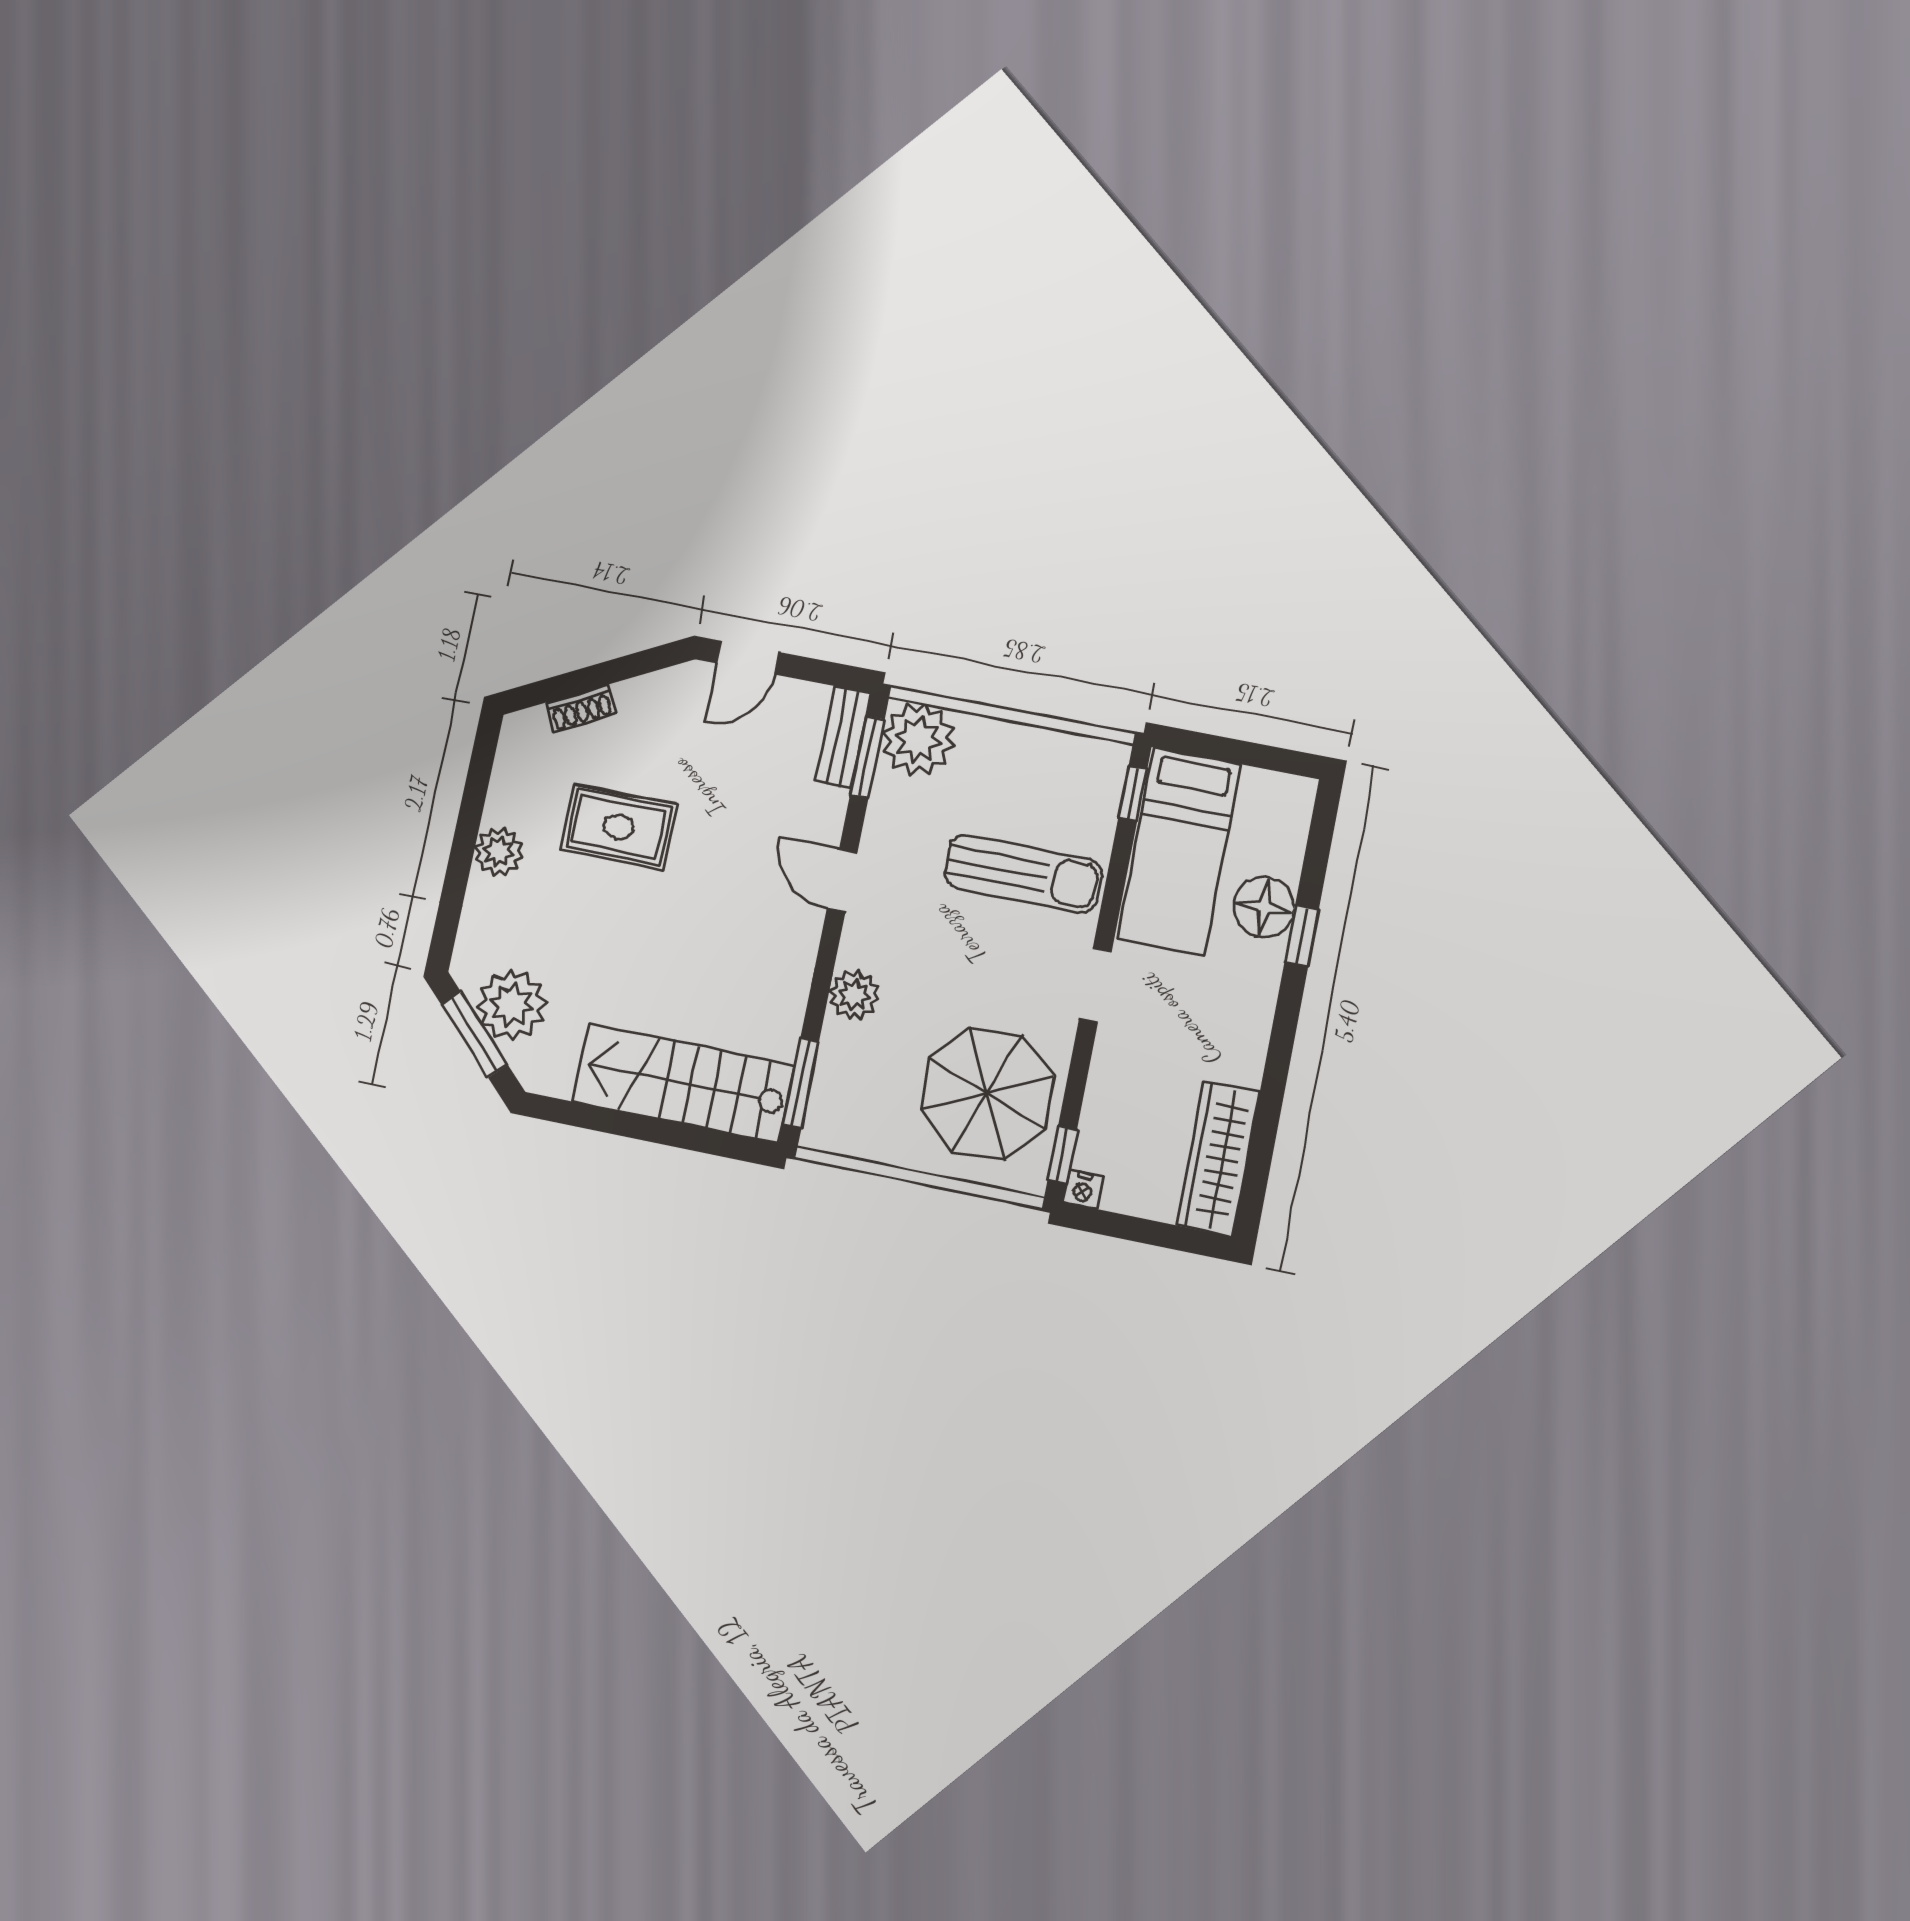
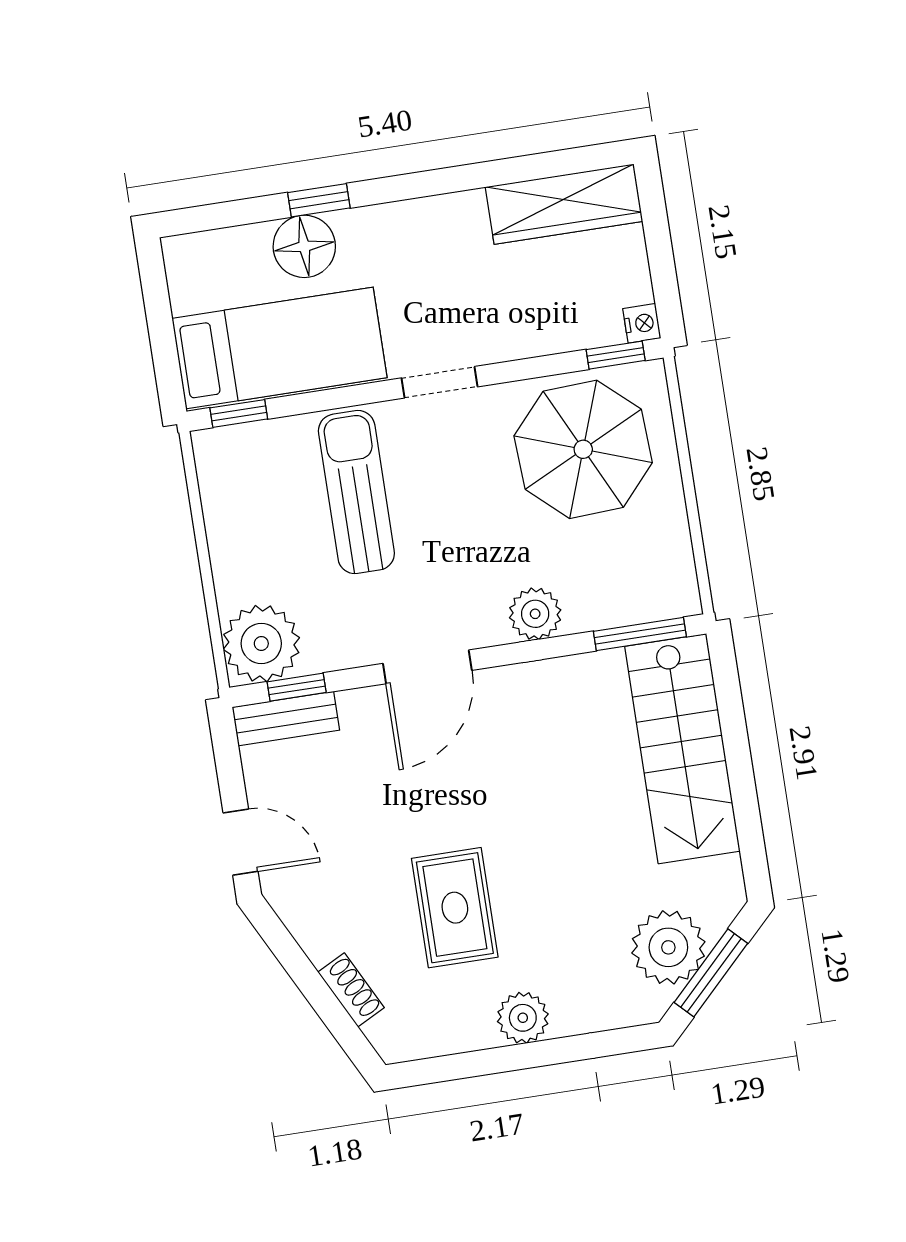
window: (867, 757) -> (297, 687), width x0.67
door: (842, 880) -> (427, 667), width x1.38

